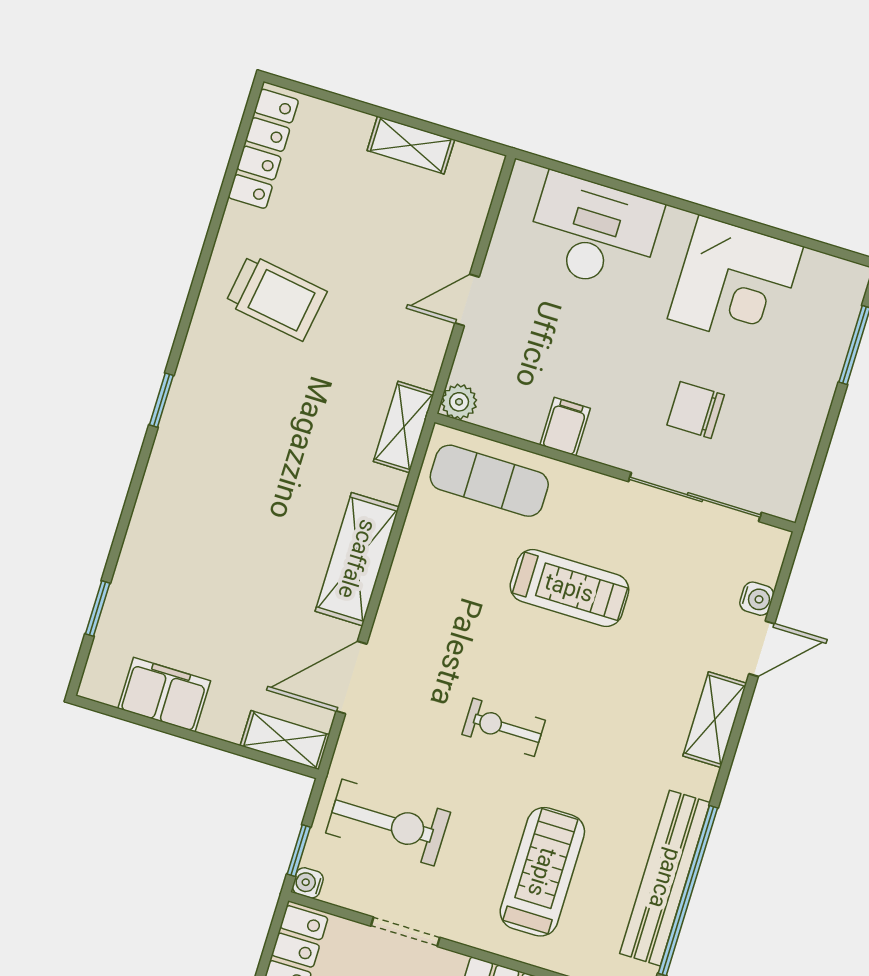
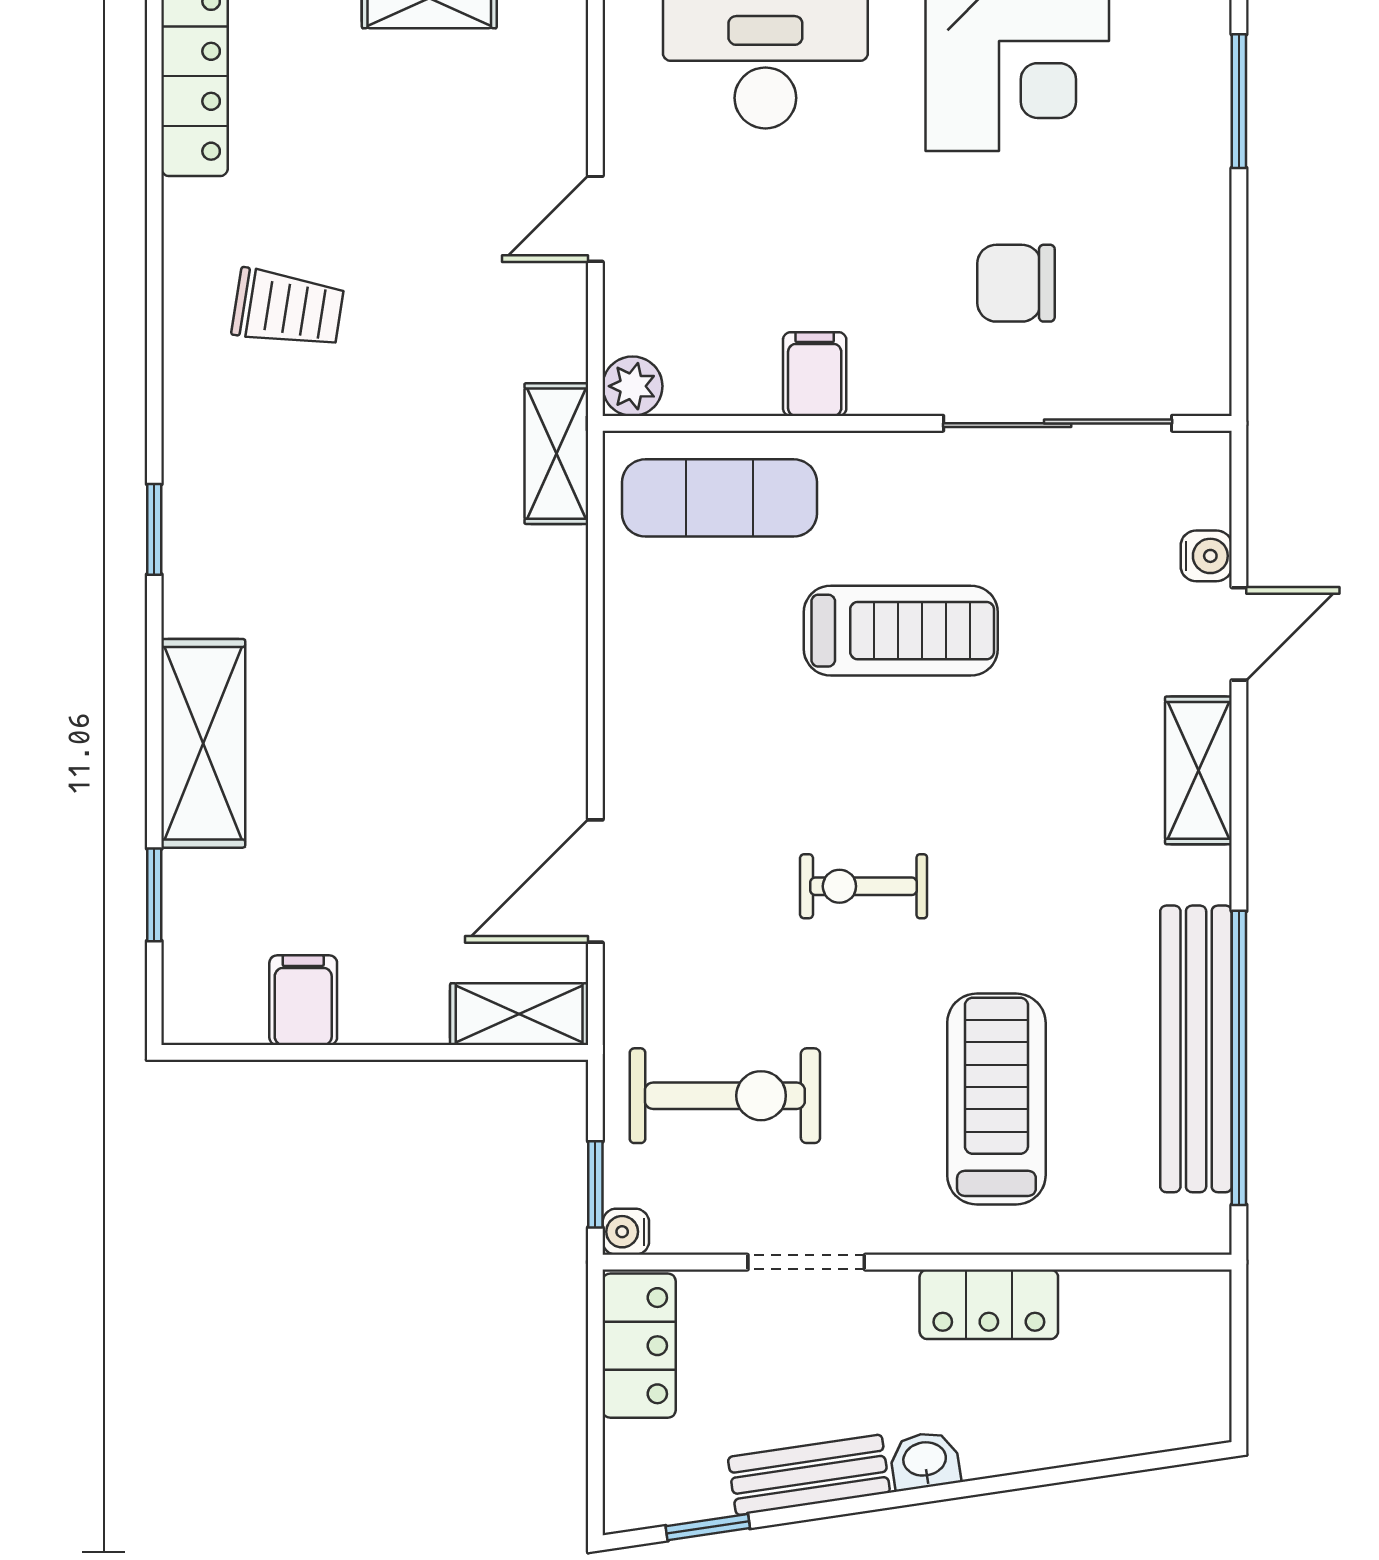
trolley: (276, 298) -> (288, 309), width x0.73, depth x0.72
shelving: (357, 559) -> (203, 743), moved
filing cabinet: (164, 695) -> (303, 1000), width x0.50

